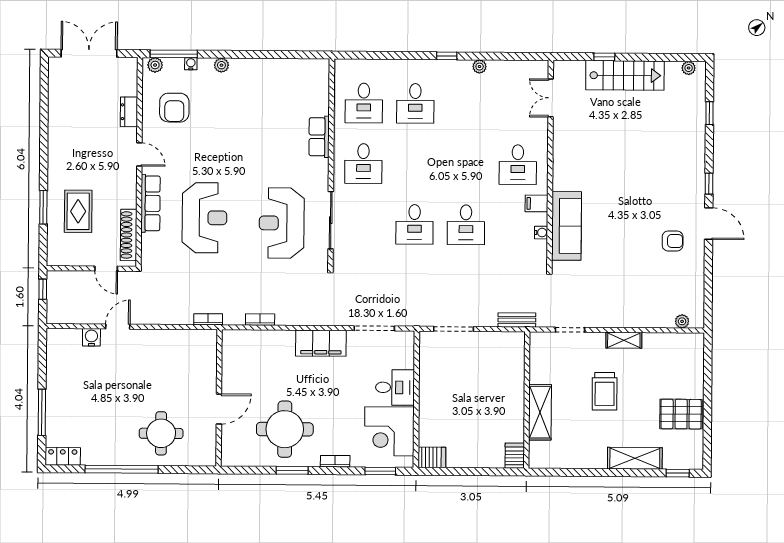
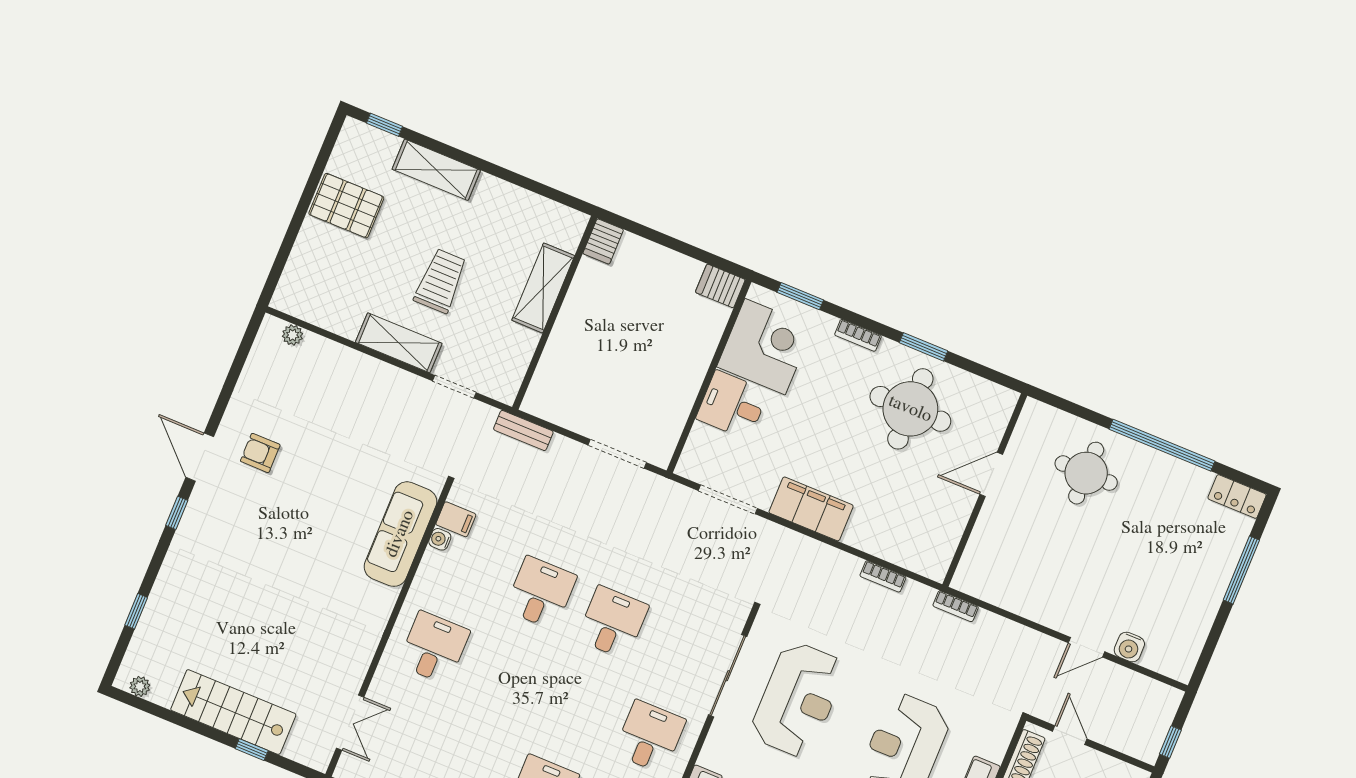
filing cabinet: (536, 203) -> (456, 519), moved
shelving: (624, 340) -> (399, 343), width x1.50, depth x1.33

